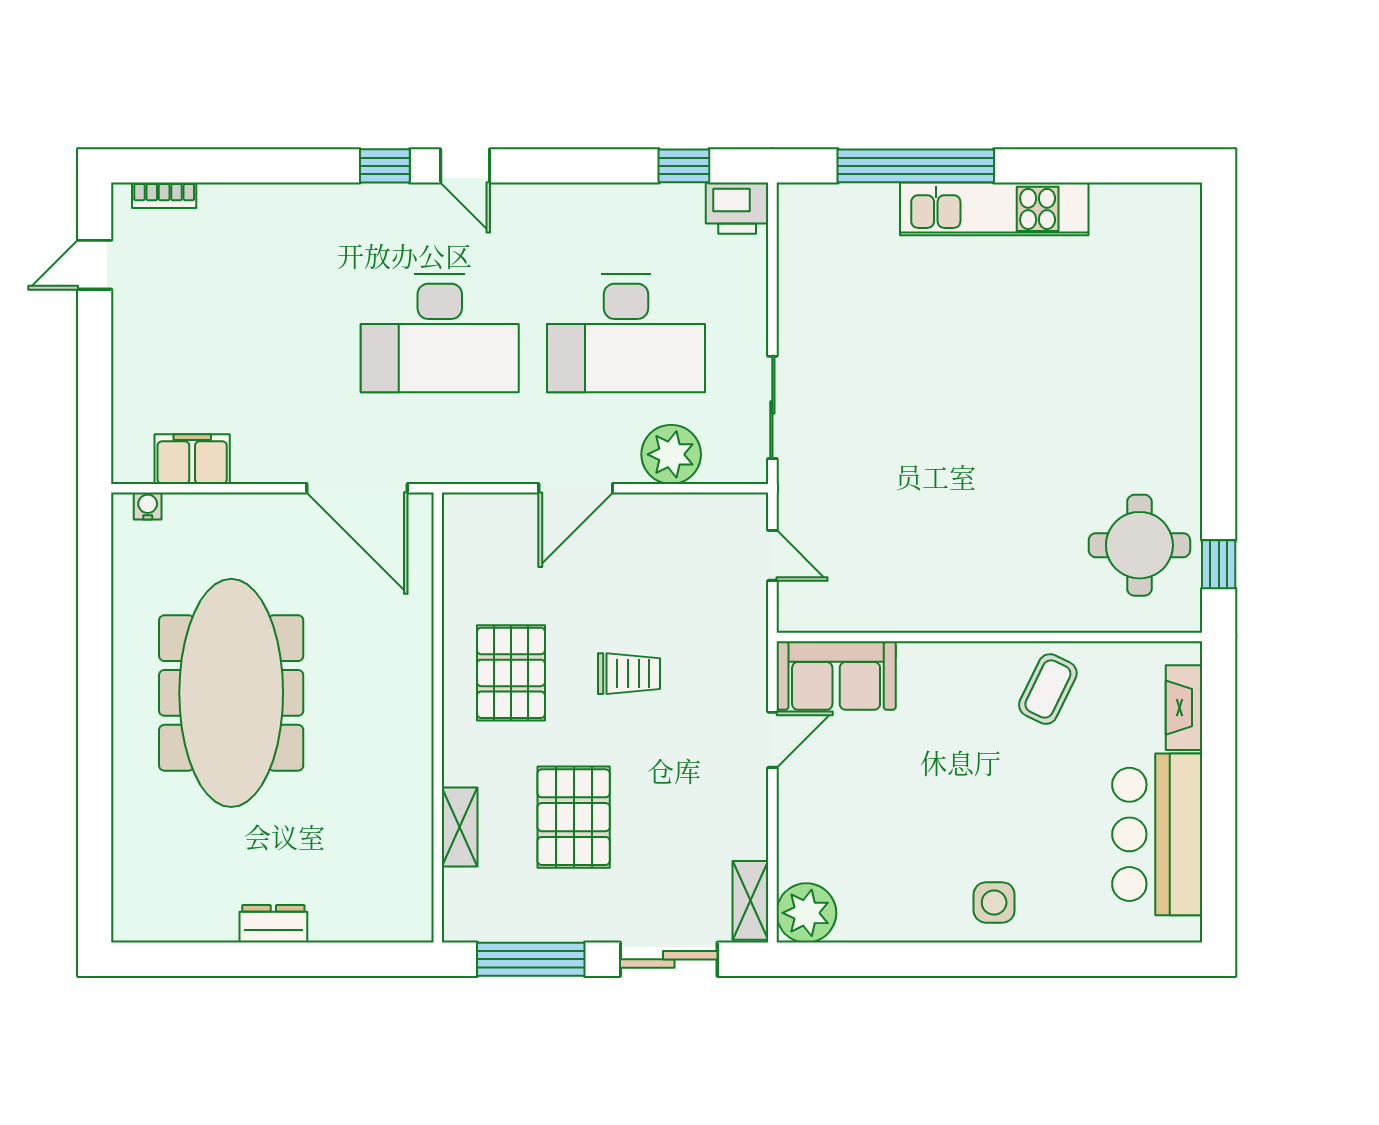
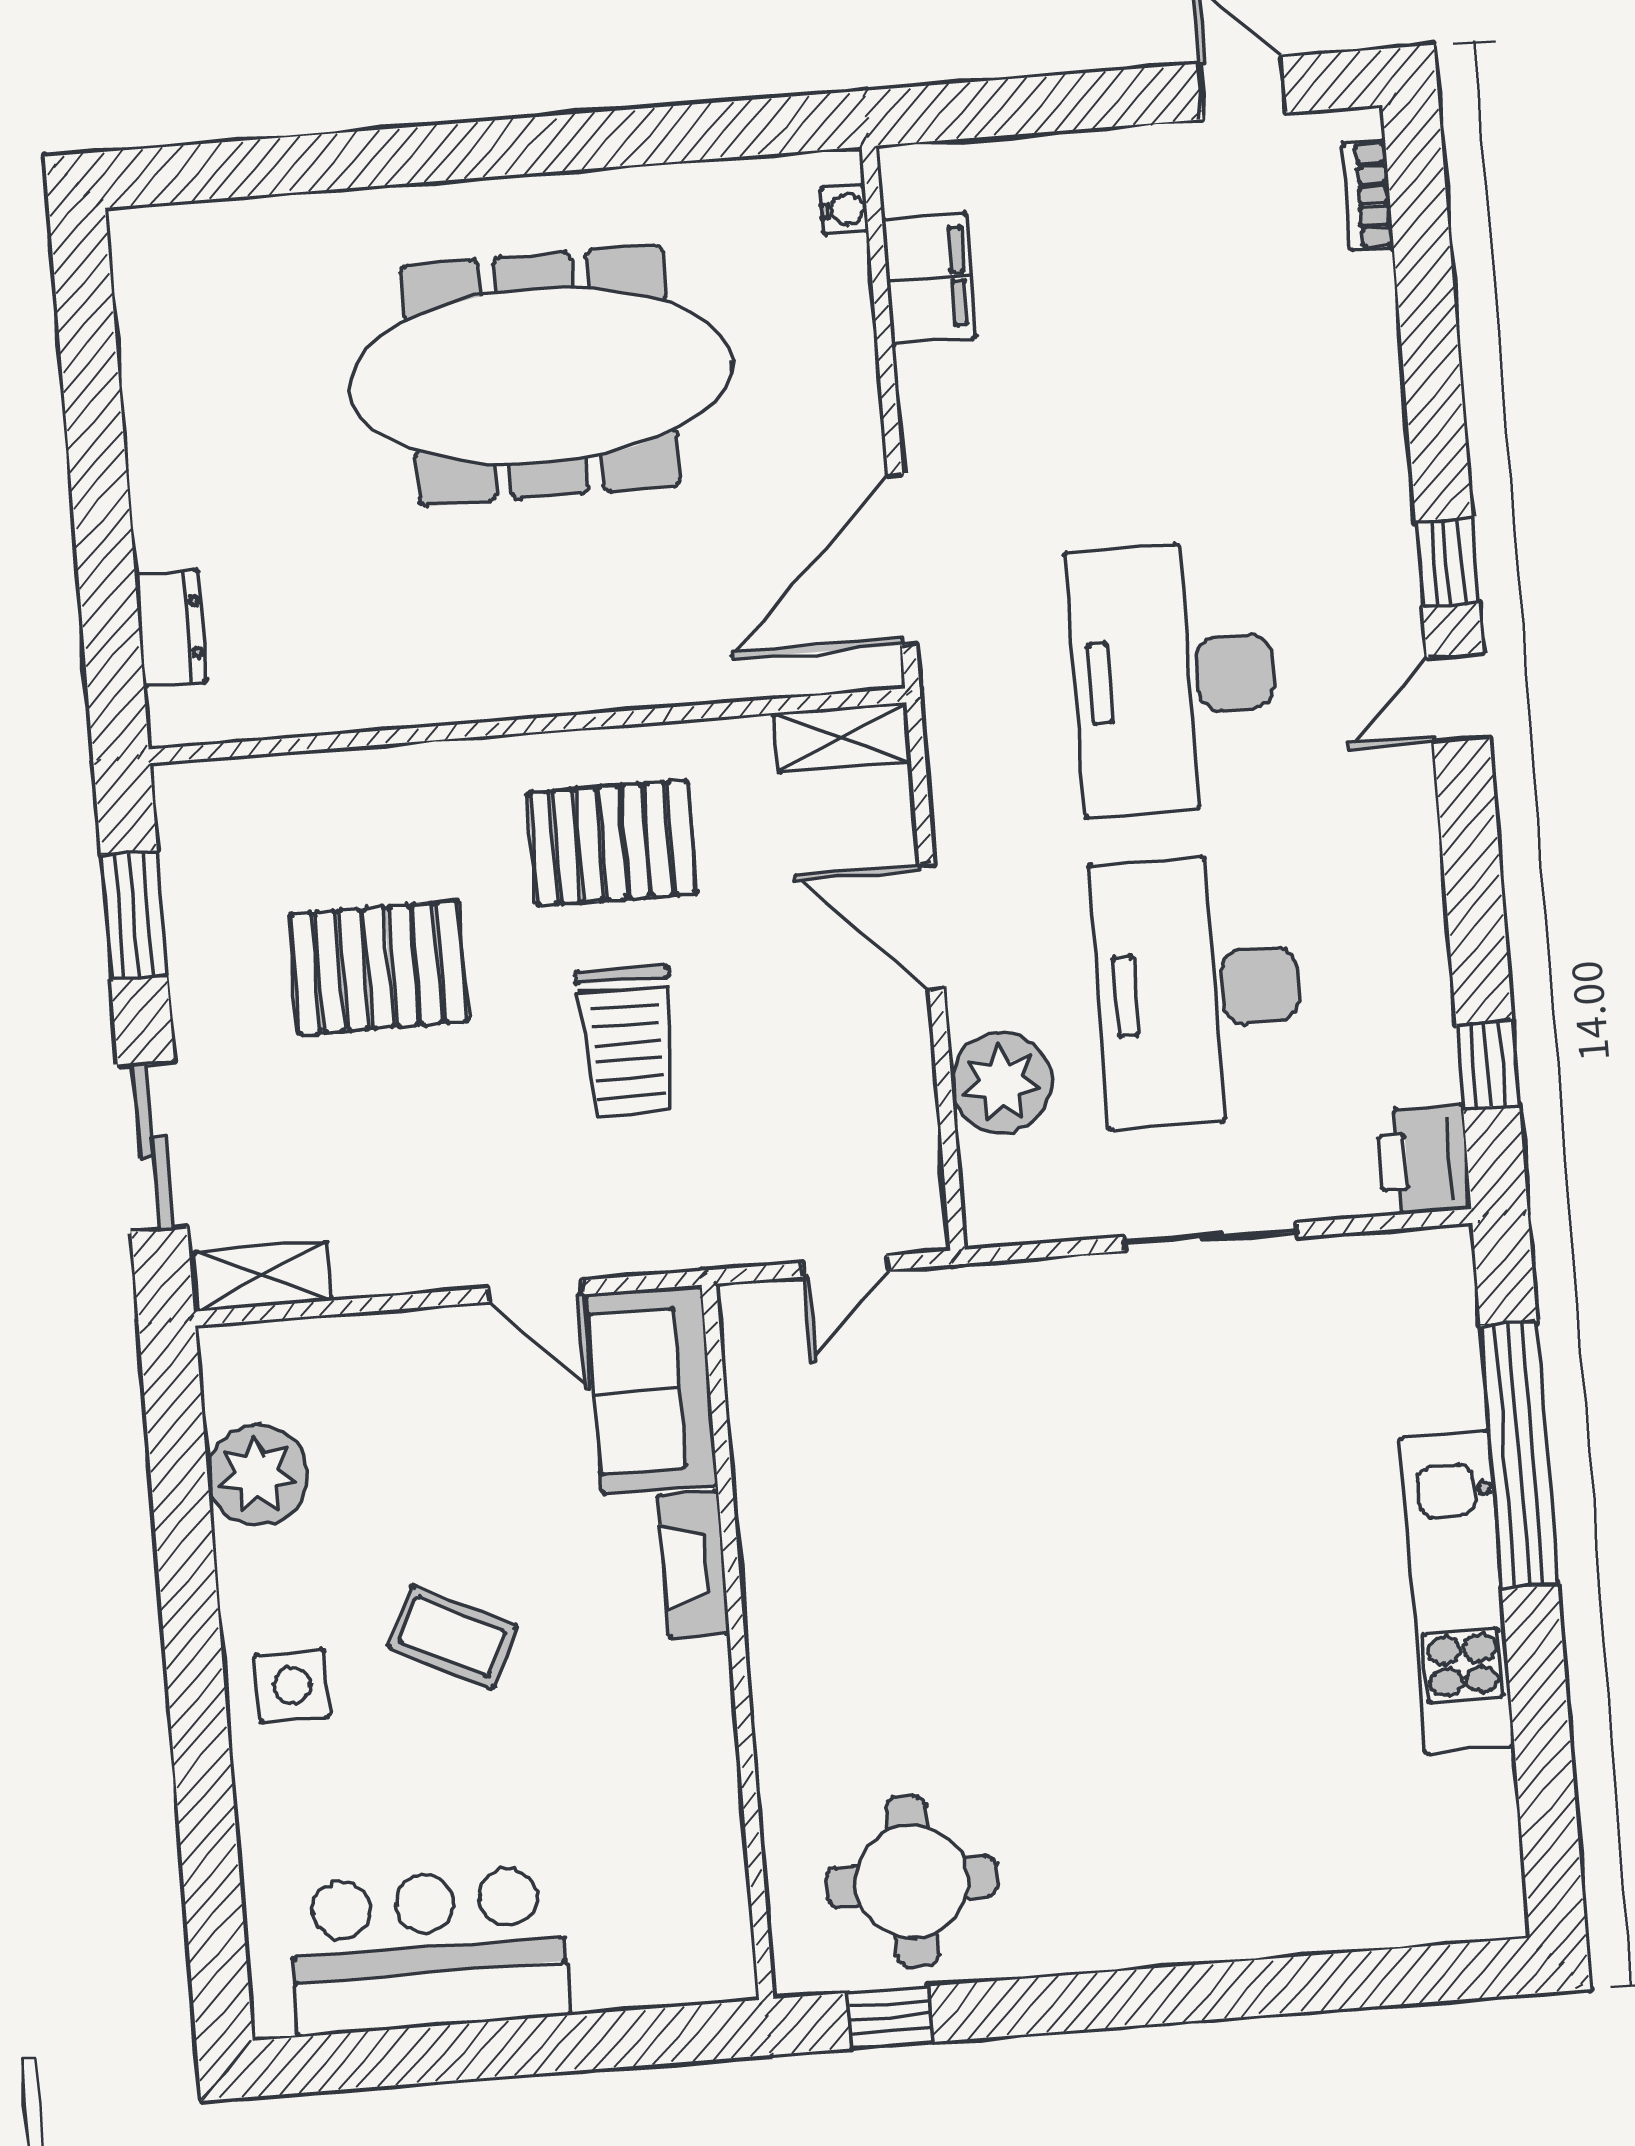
sliding door: (772, 407) -> (1211, 1237), moved
trolley: (629, 674) -> (627, 1041), width x1.36, depth x1.39
coffee table: (1048, 689) -> (452, 1637), moved
fireplace: (1184, 708) -> (694, 1564), moved, turned -90
shelving: (460, 827) -> (842, 738), moved
plant: (806, 913) -> (257, 1475), moved
dresser: (273, 924) -> (171, 628), moved
window: (531, 959) -> (134, 915), width x0.69

